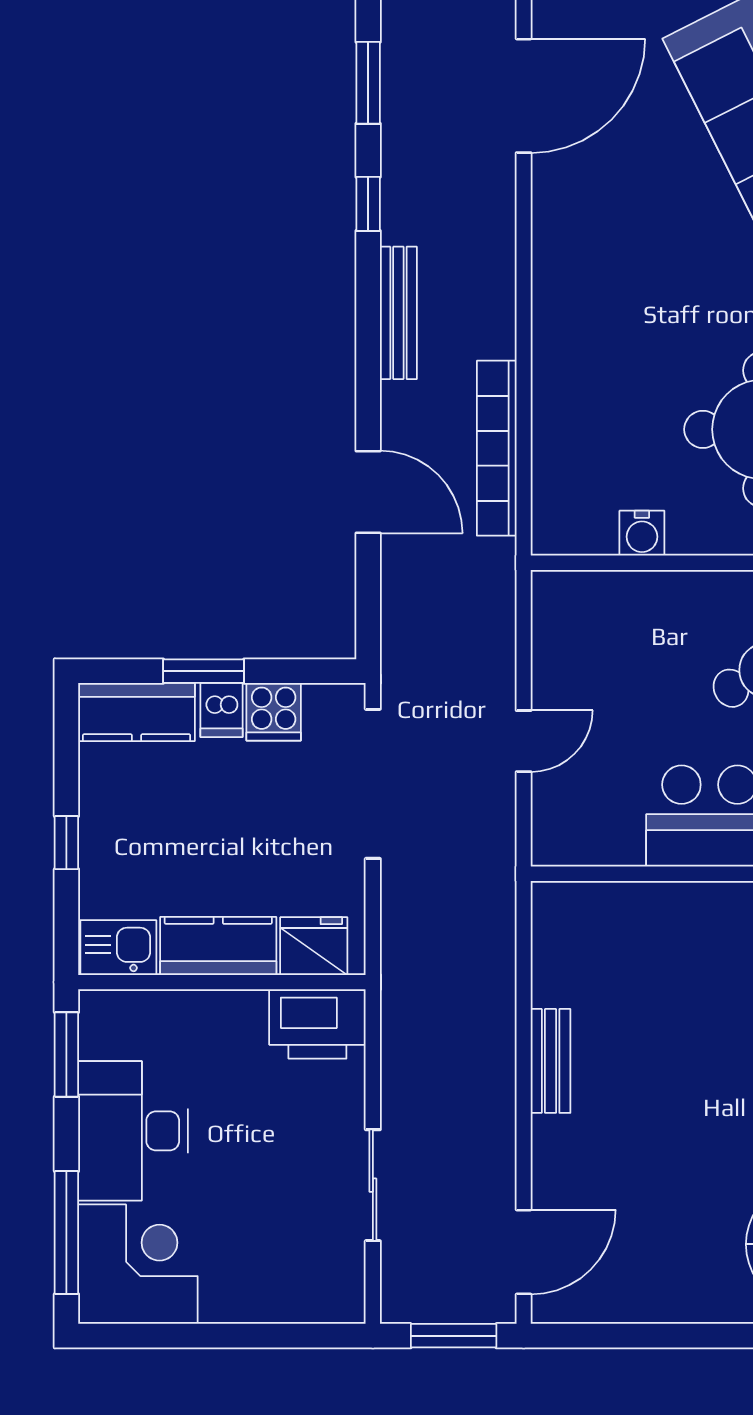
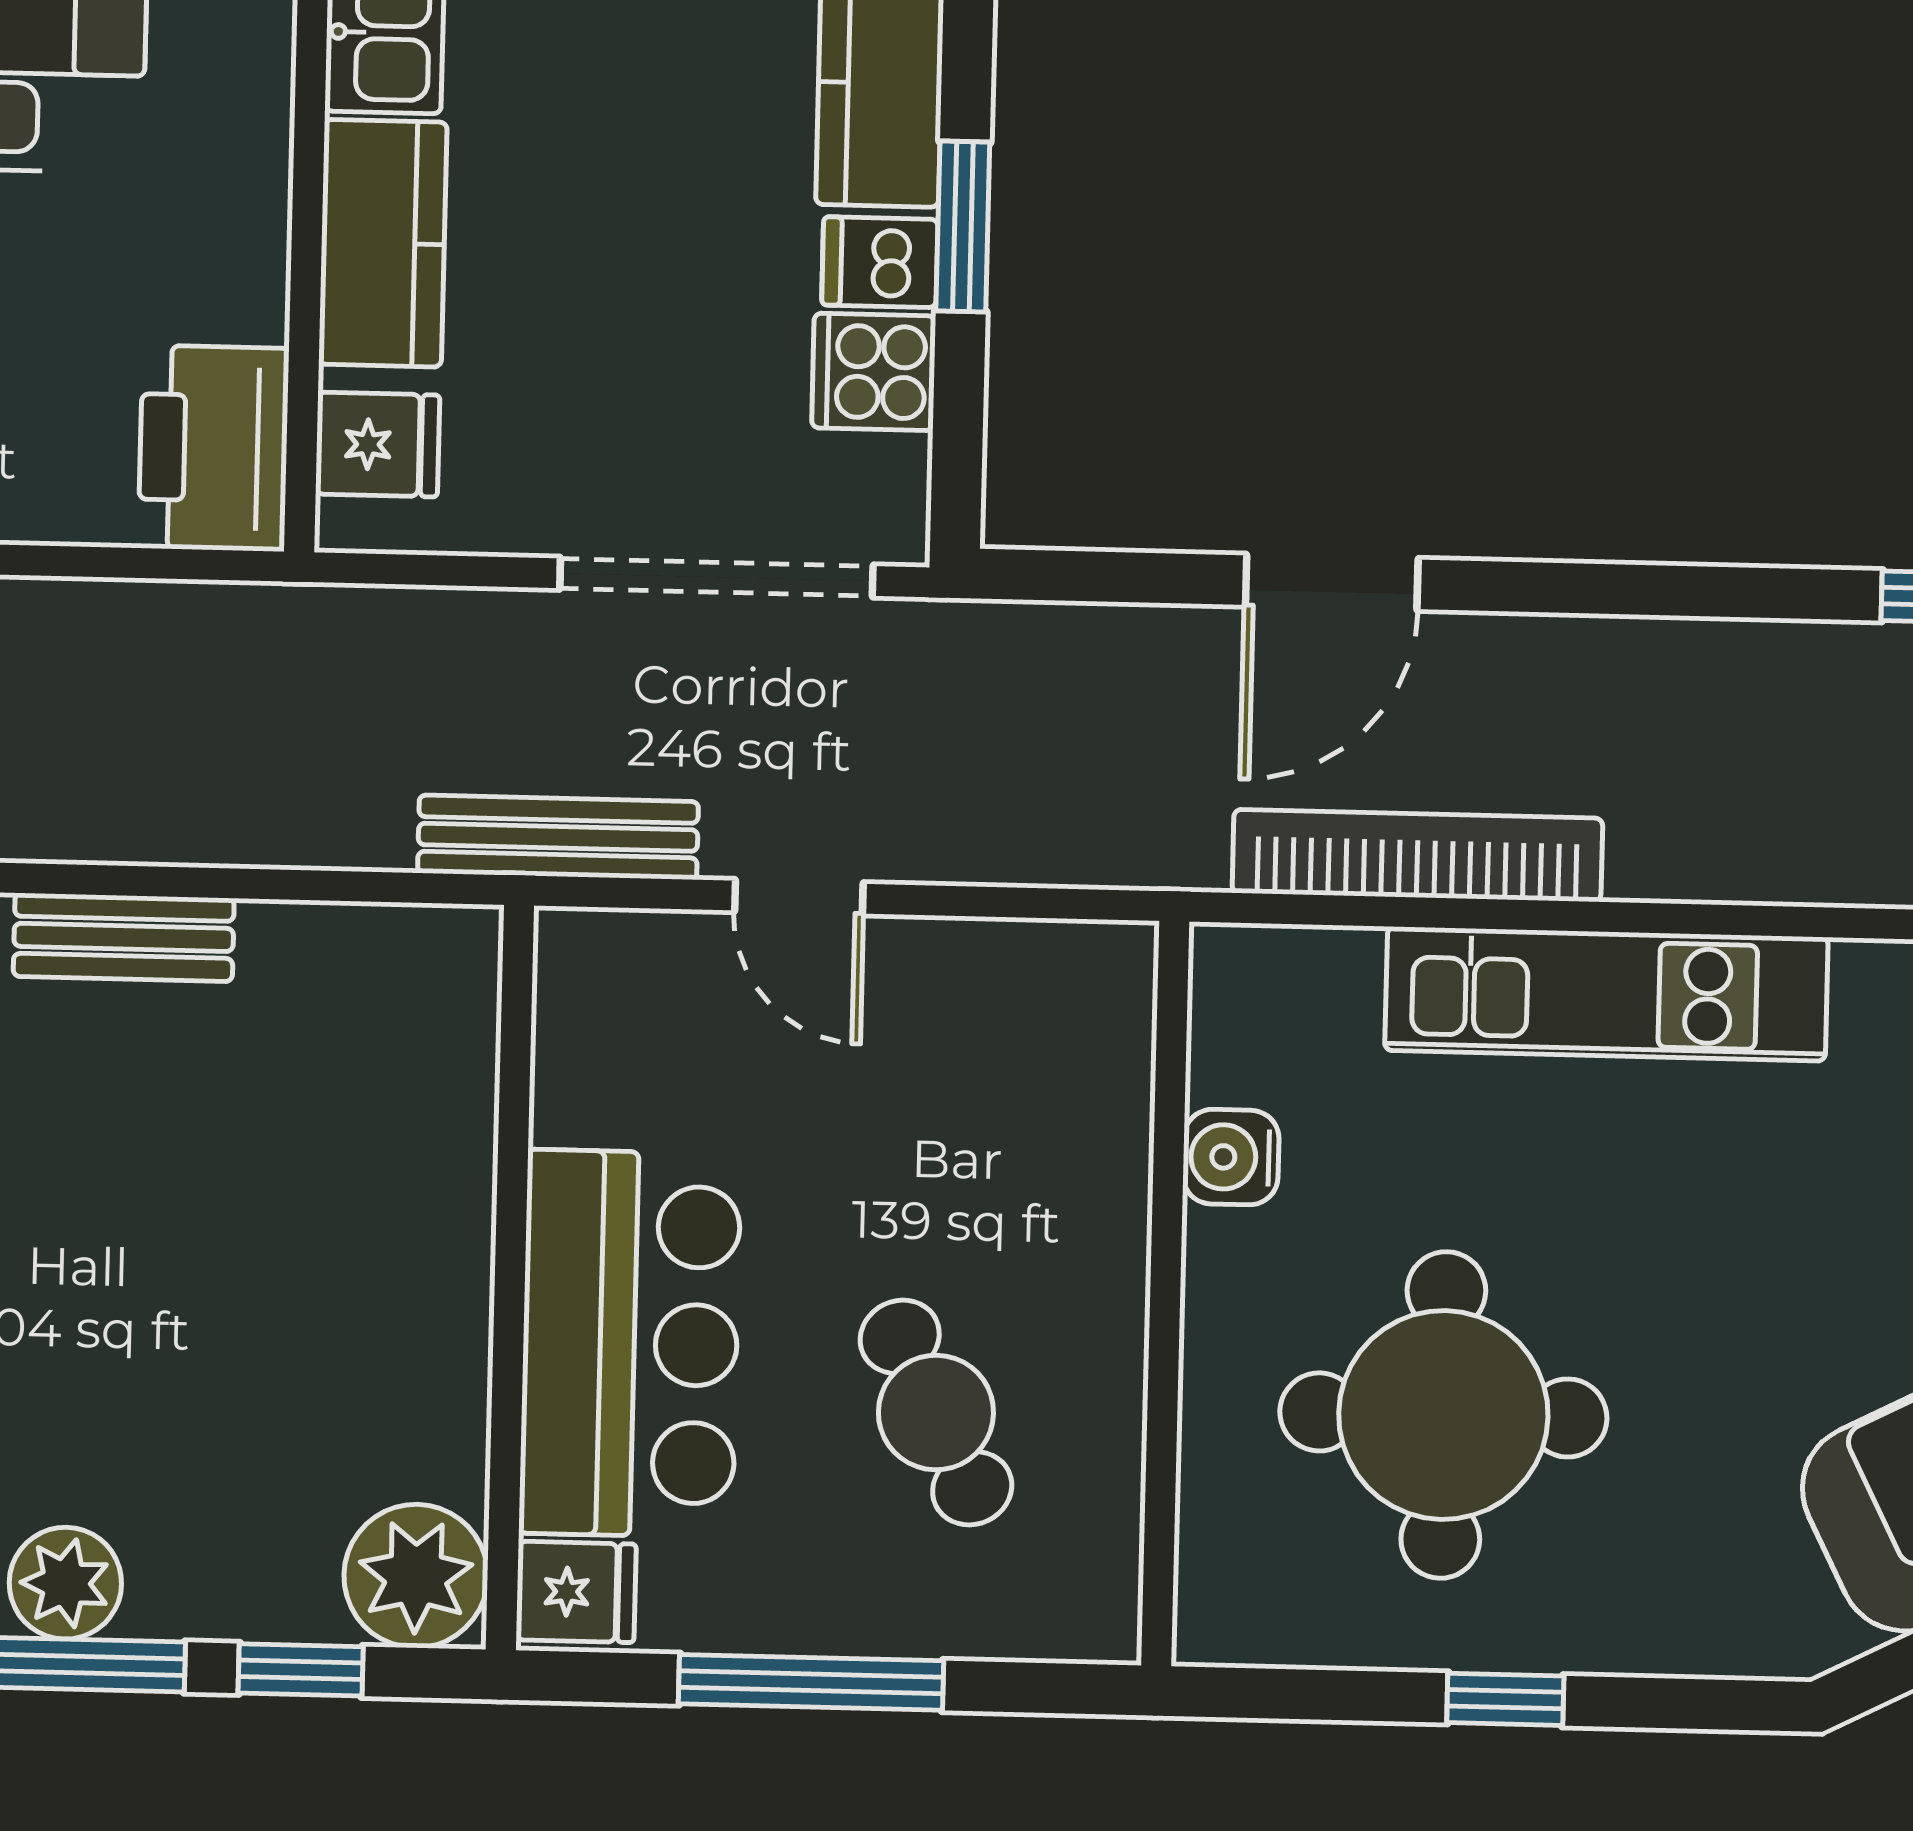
bench: (398, 313) -> (558, 837), moved
kitchen unit: (560, 357) -> (1606, 994), added
fridge: (314, 946) -> (378, 445), width x0.72

